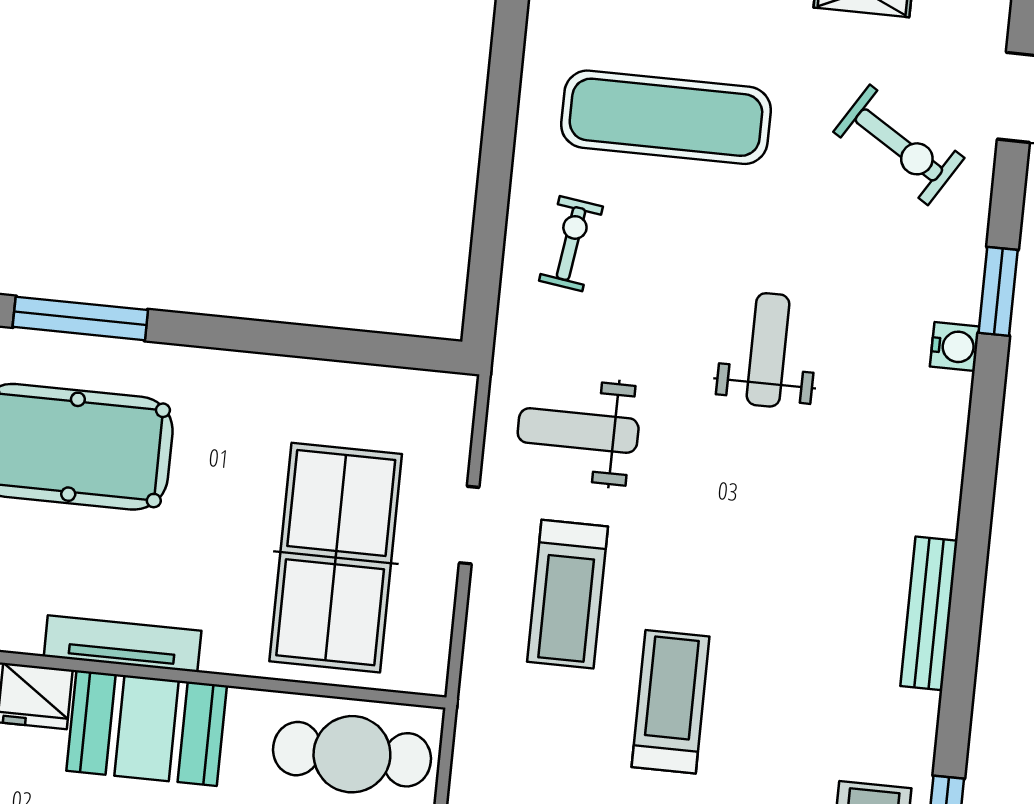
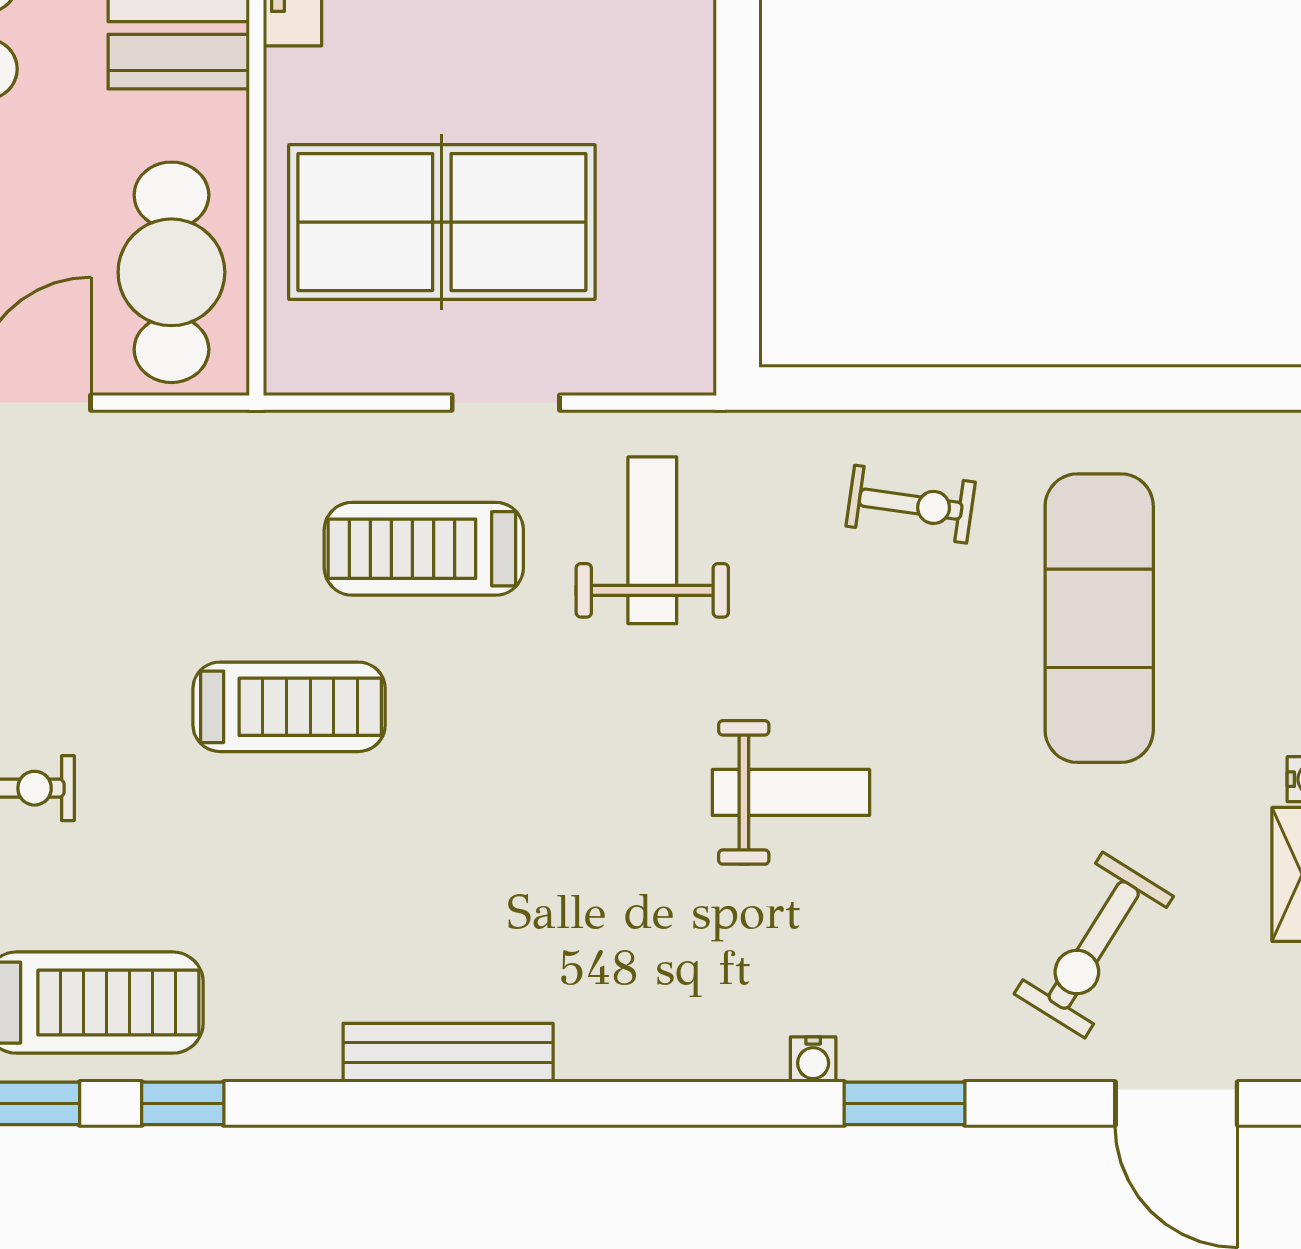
water cooler: (955, 347) -> (813, 1059), width x0.72, depth x0.72

